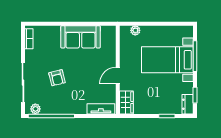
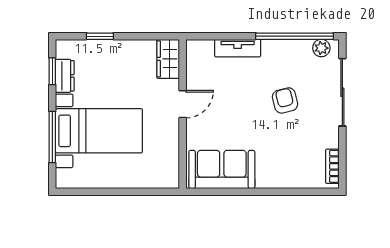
plant: (135, 30) -> (153, 180), removed
sofa: (81, 37) -> (222, 169), moved
dresser: (188, 104) -> (65, 76), moved
tv unit: (101, 109) -> (238, 48), moved

